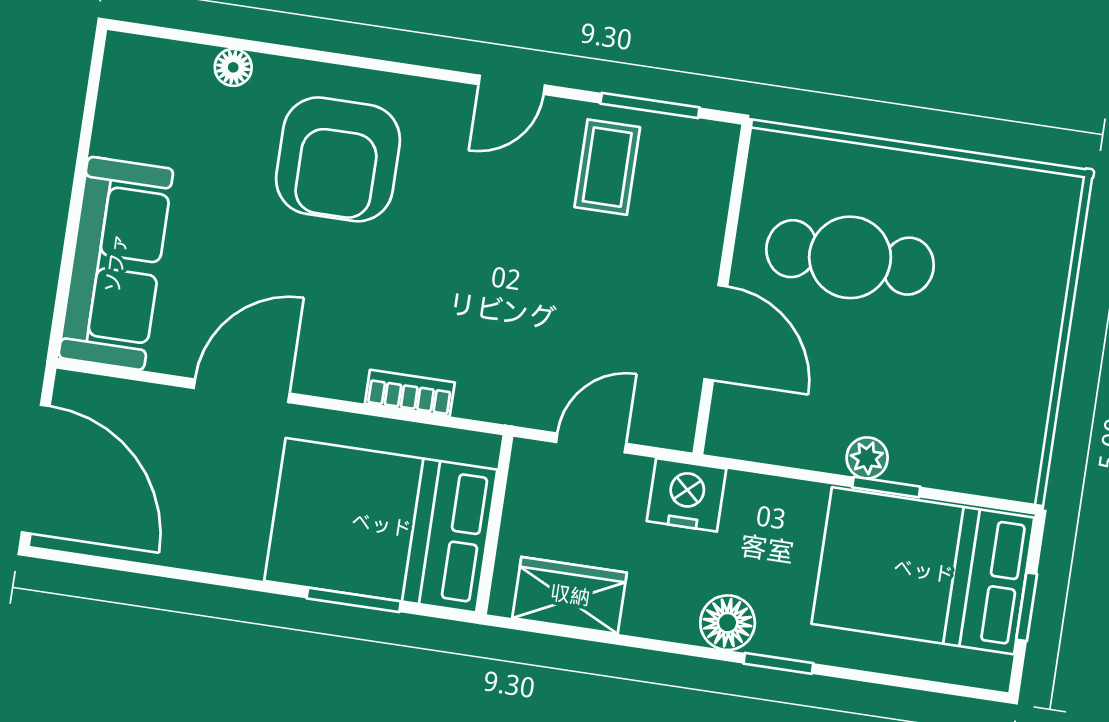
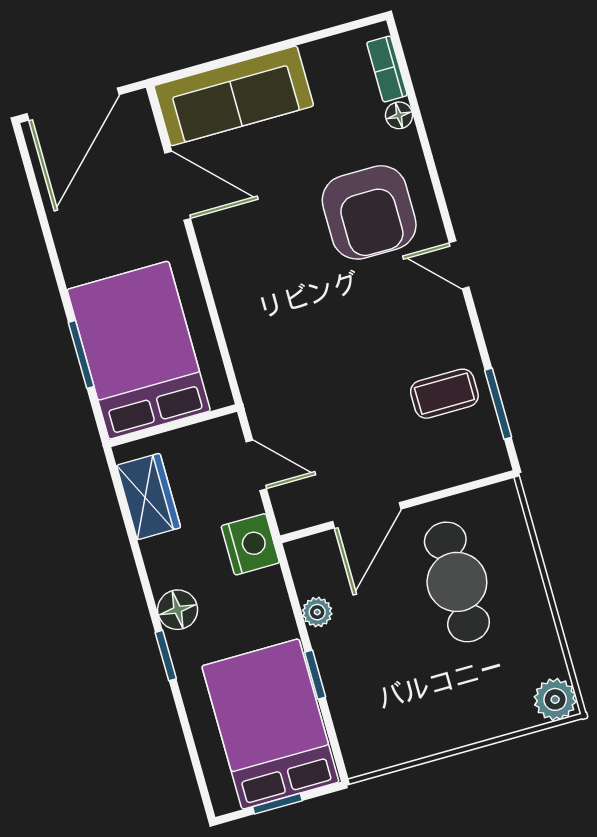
door: (512, 85) -> (459, 265), moved
armchair: (338, 159) -> (369, 212), turned -90
plant: (1052, 201) -> (555, 699), added
door: (242, 391) -> (178, 186), moved
bookcase: (410, 393) -> (387, 69), moved, turned 180
plant: (867, 458) -> (317, 612), moved

